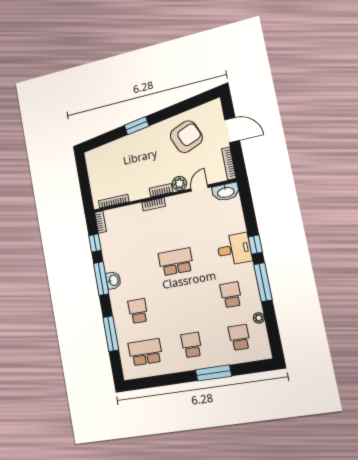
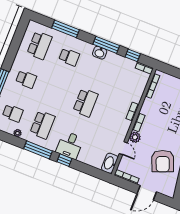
school desk: (231, 295) -> (42, 125), width x1.85

